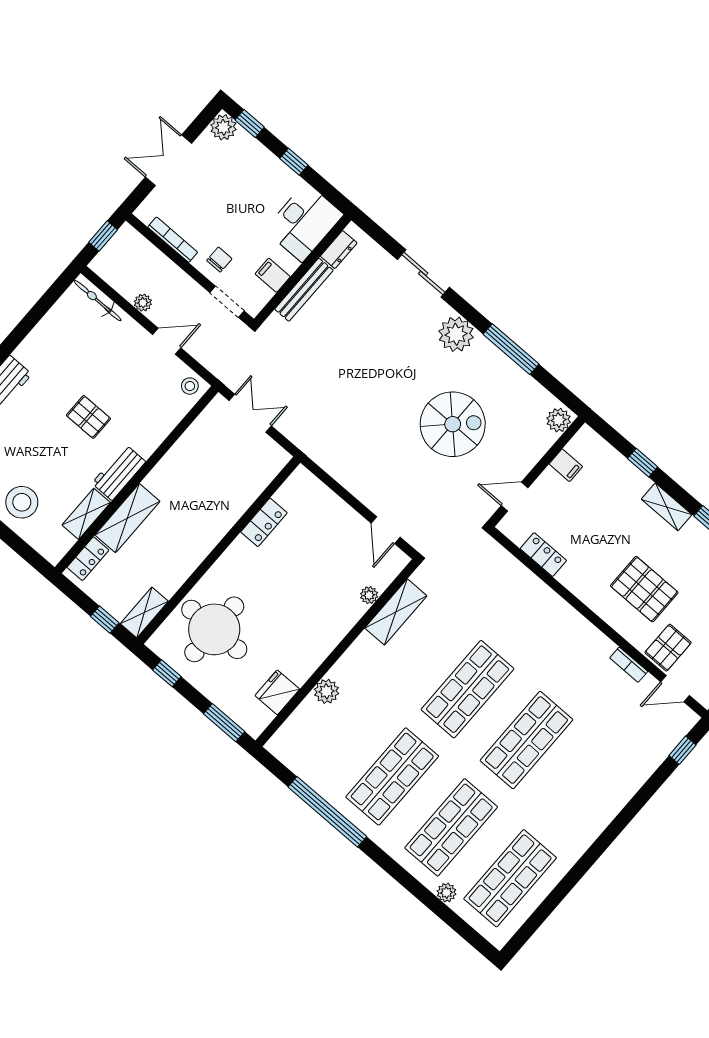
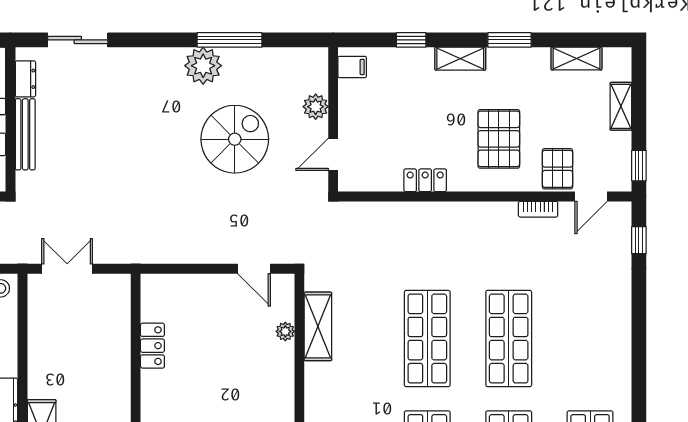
sliding door: (423, 273) -> (78, 40), moved
plant: (456, 334) -> (203, 66), moved
plant: (559, 420) -> (316, 107), moved
filing cabinet: (566, 465) -> (352, 67), moved
locker: (543, 555) -> (425, 180), moved
pallet: (644, 589) -> (499, 139), turned 90

